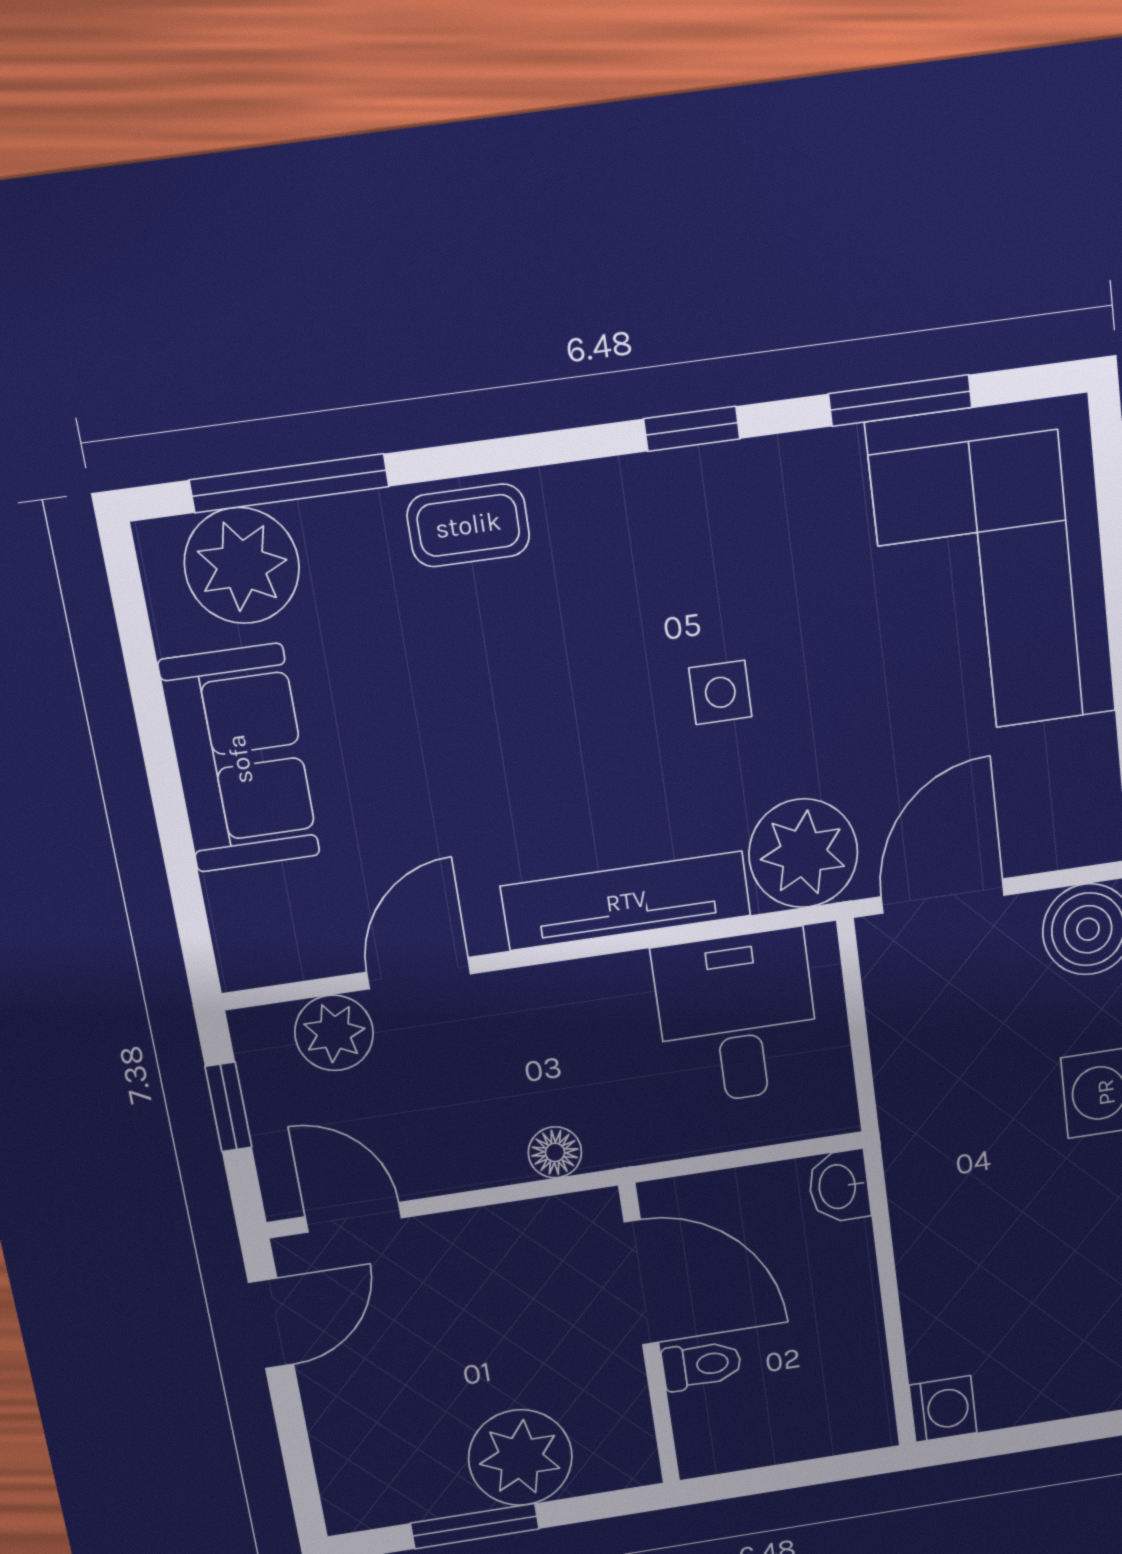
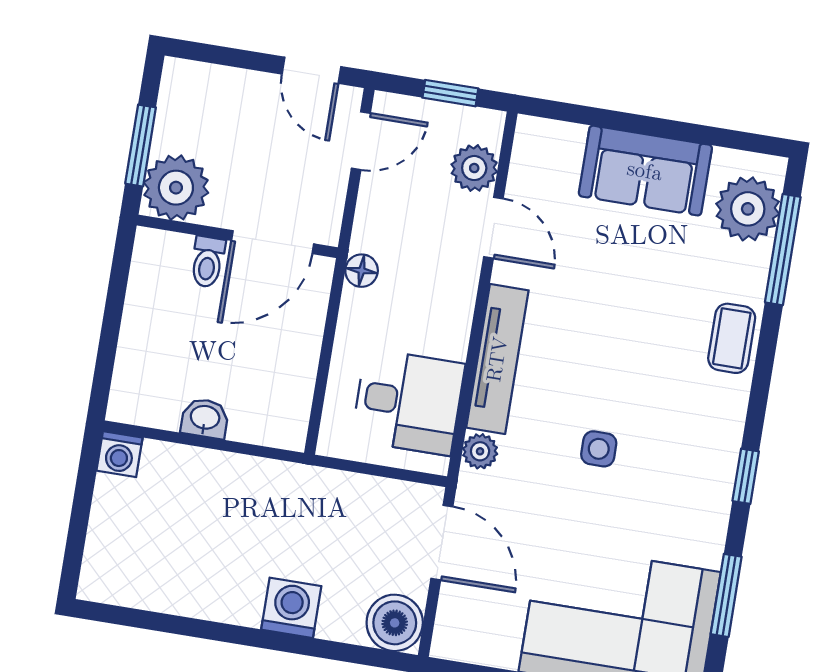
plant: (803, 853) -> (480, 451), width x0.53, depth x0.53
washbasin: (839, 1186) -> (205, 418), moved
door: (641, 1283) -> (273, 242), moved
wall: (649, 1336) -> (237, 236), moved
toilet: (702, 1365) -> (208, 262), moved

